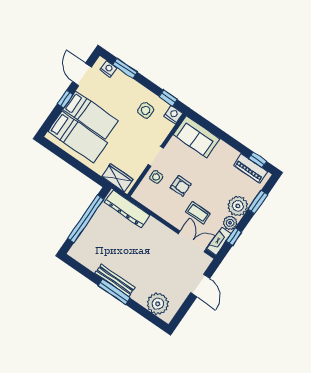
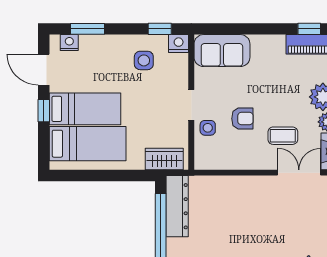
dresser: (127, 209) -> (177, 206), moved, turned -90

